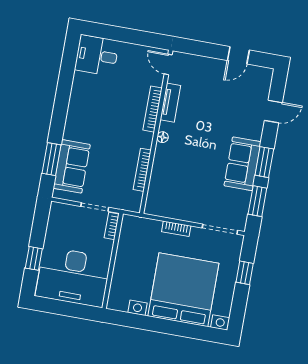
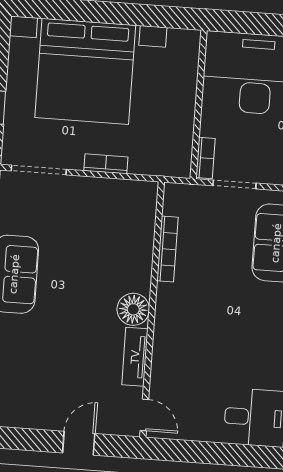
door: (238, 55) -> (79, 443), moved
bookcase: (153, 109) -> (161, 344), removed
floor lamp: (163, 137) -> (133, 309), width x1.89, depth x1.89

